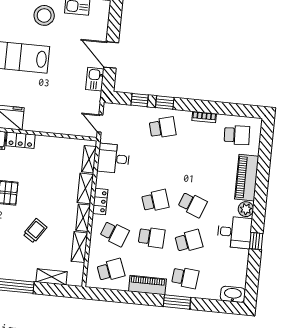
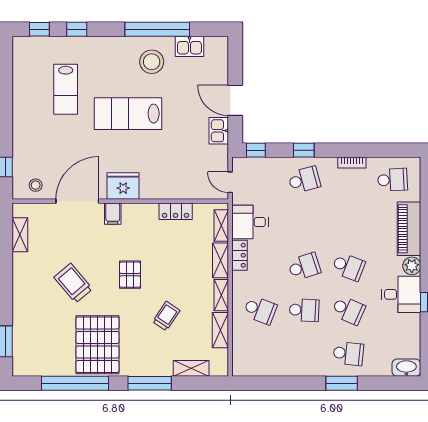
window: (140, 100) -> (256, 150), moved
locker: (21, 140) -> (176, 211), moved
locker: (100, 201) -> (239, 255), moved
school desk: (189, 241) -> (348, 310), turned 45
school desk: (111, 270) -> (260, 354), removed
piano: (147, 285) -> (305, 367), removed

